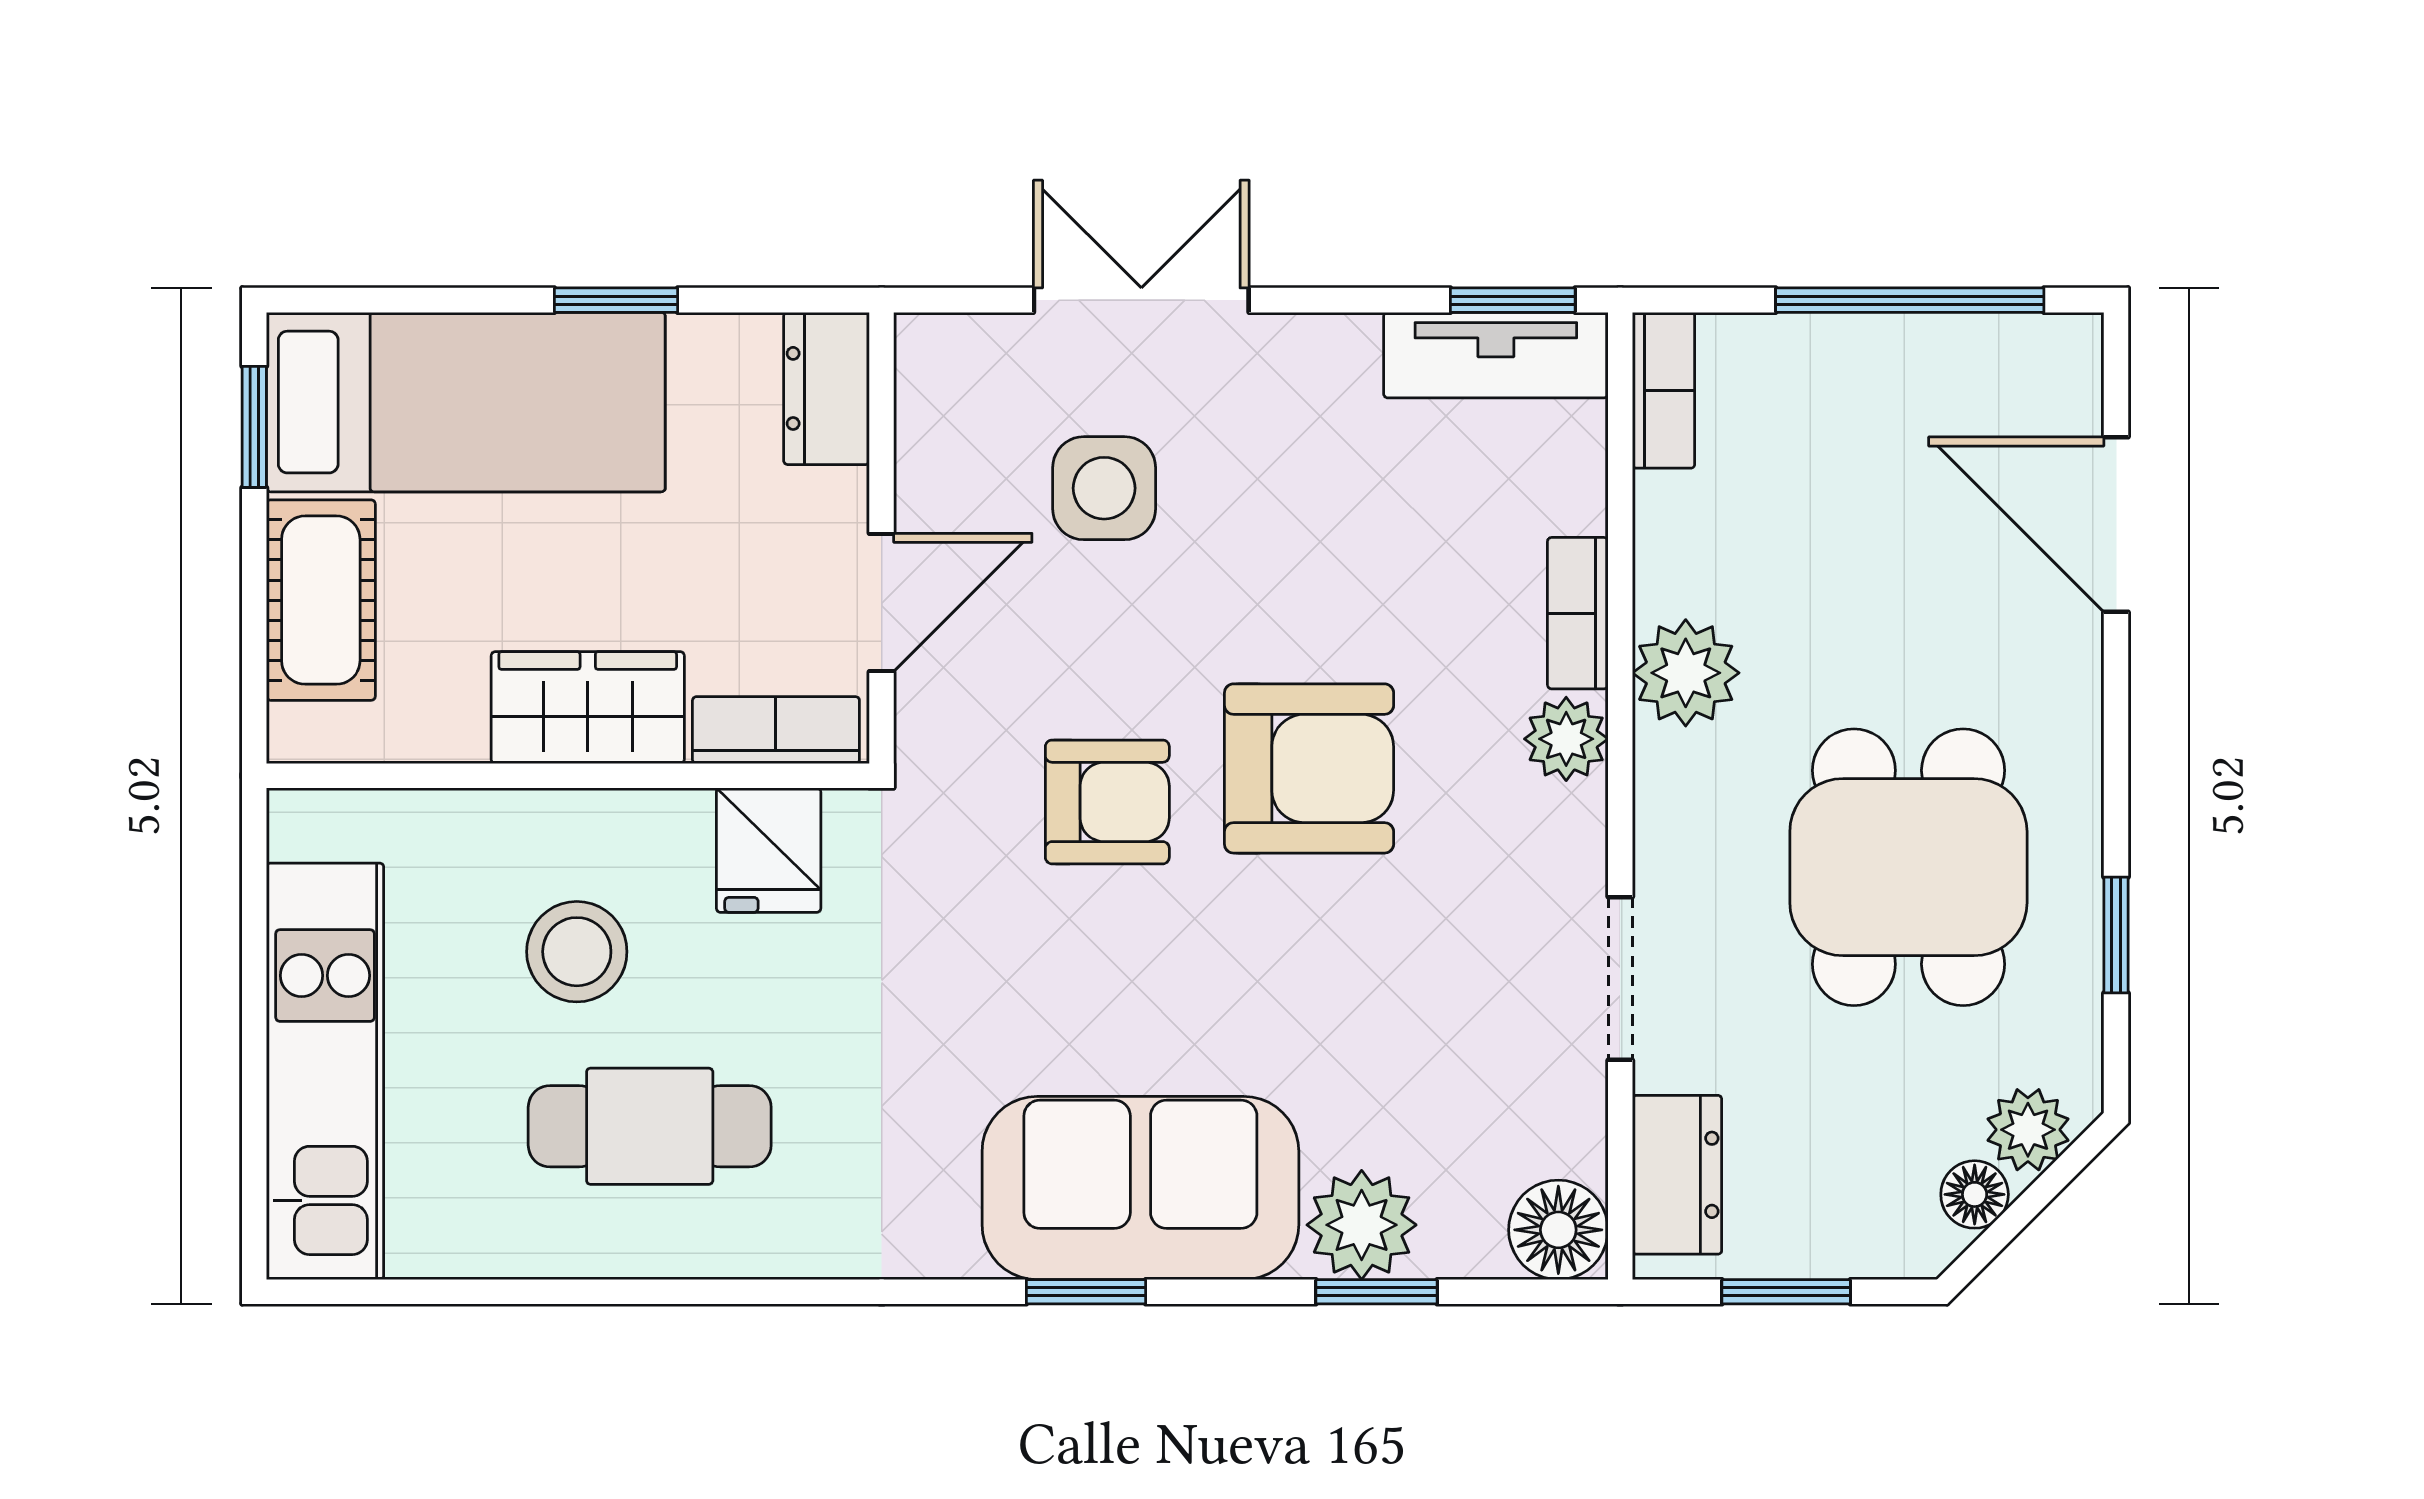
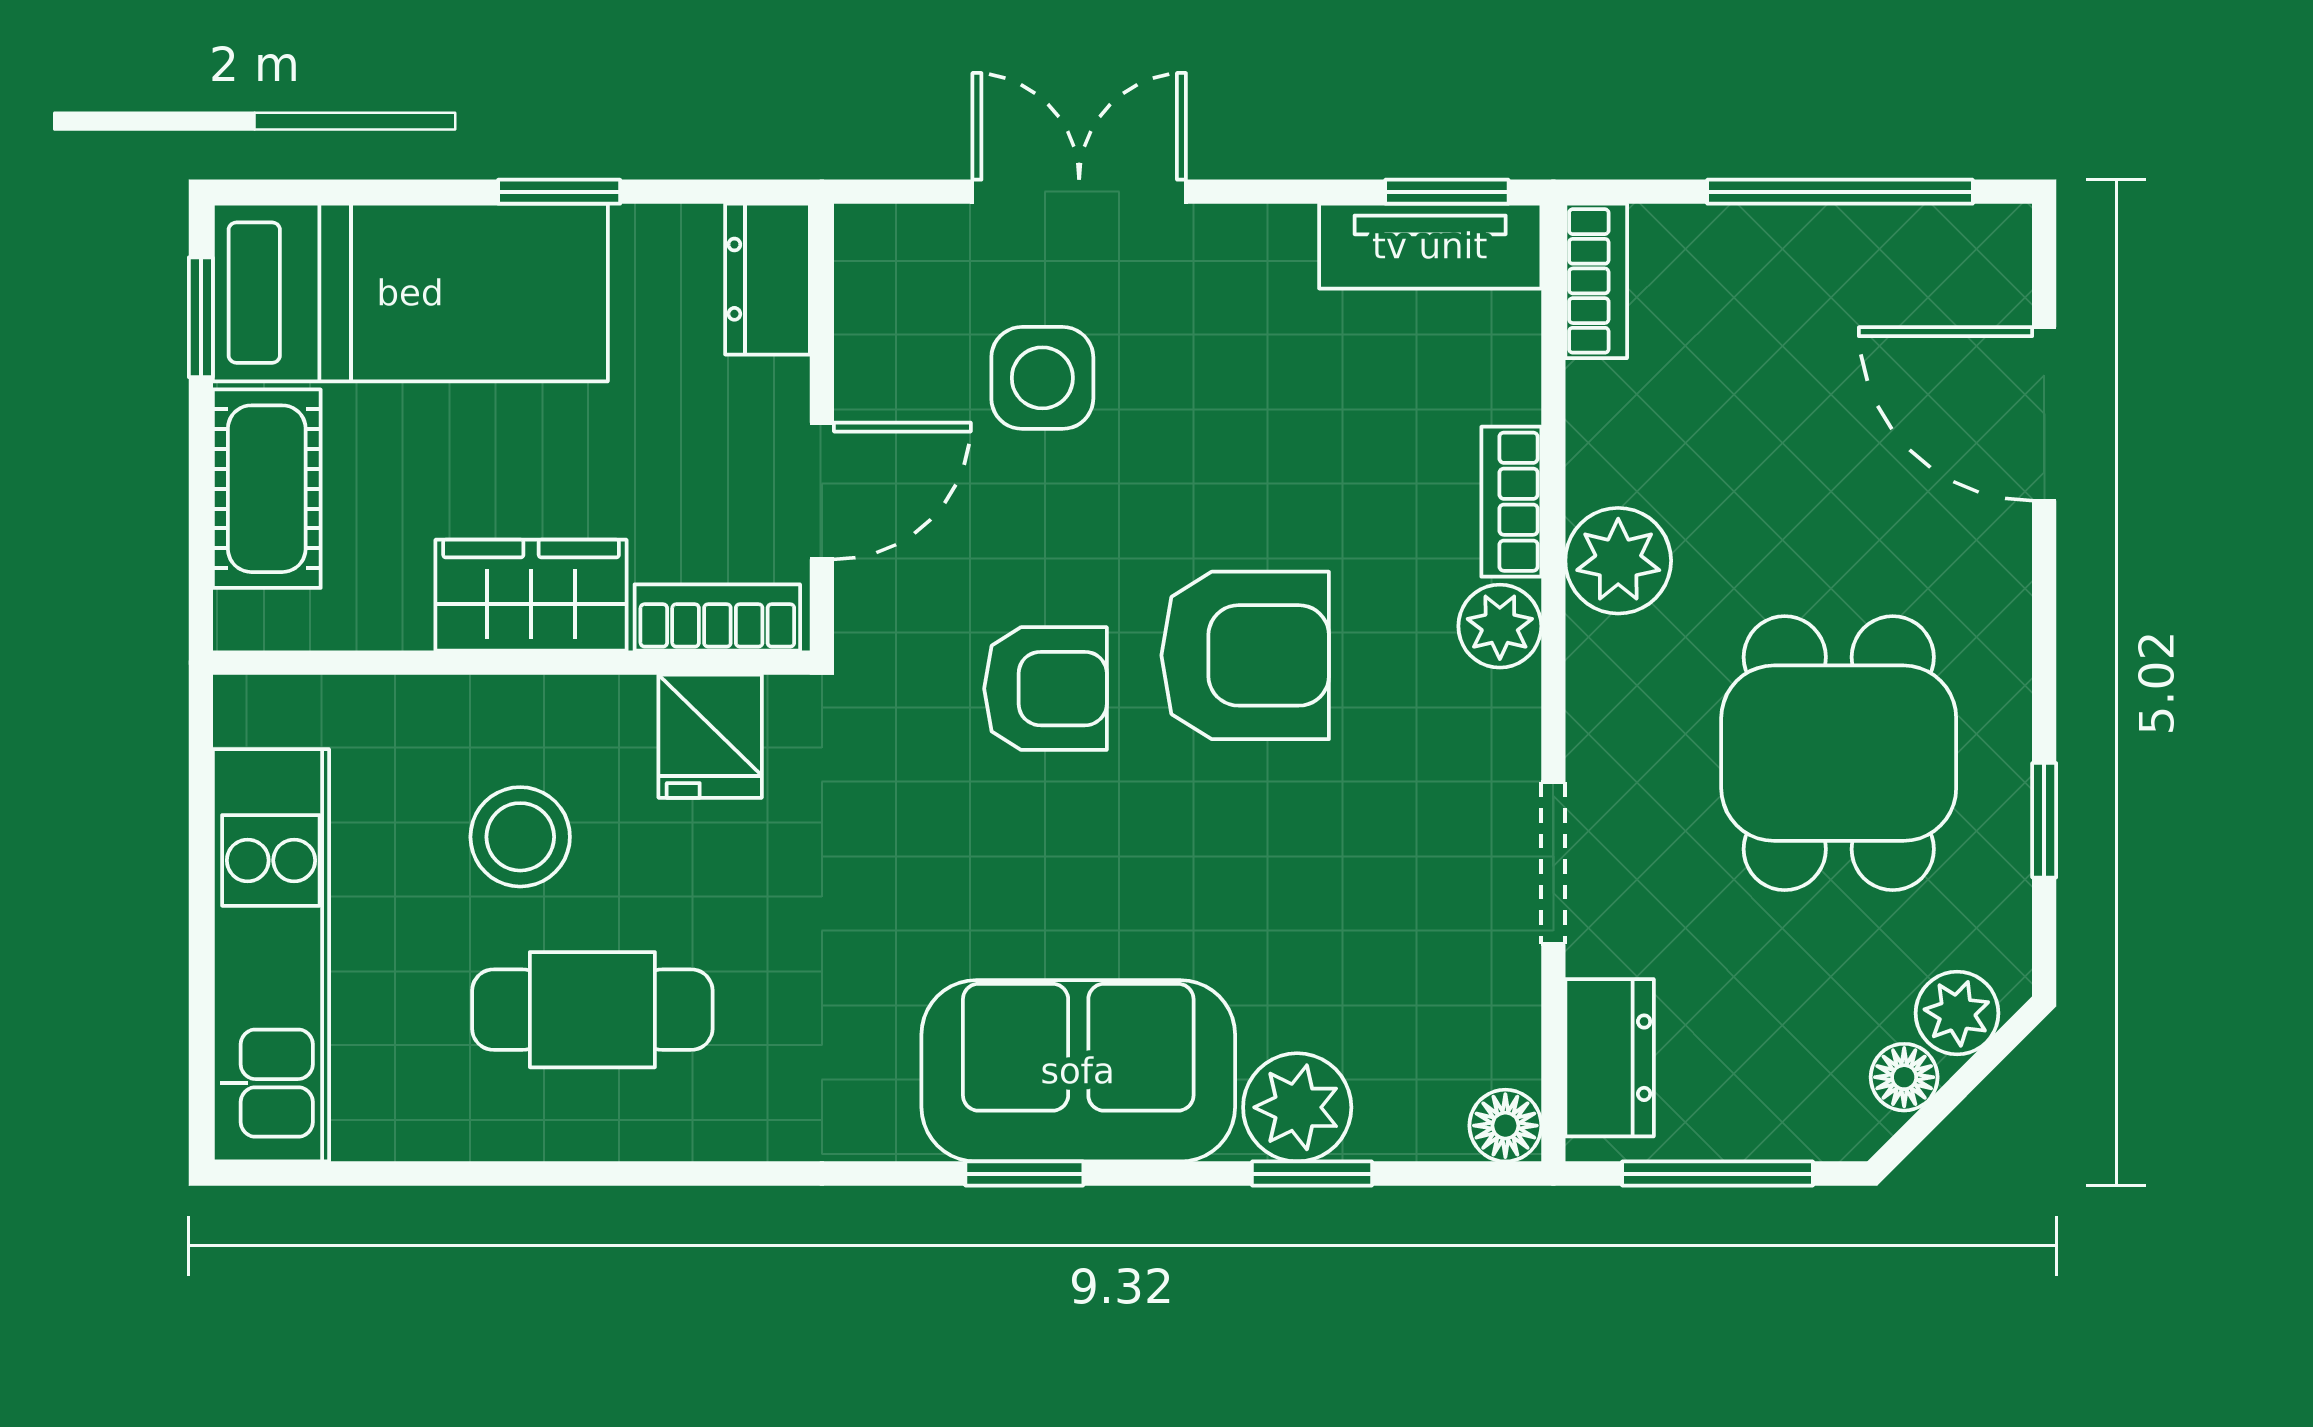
floor lamp: (1558, 1230) -> (1505, 1126), width x0.73, depth x0.73
window: (1786, 1292) -> (1718, 1174), width x1.50

